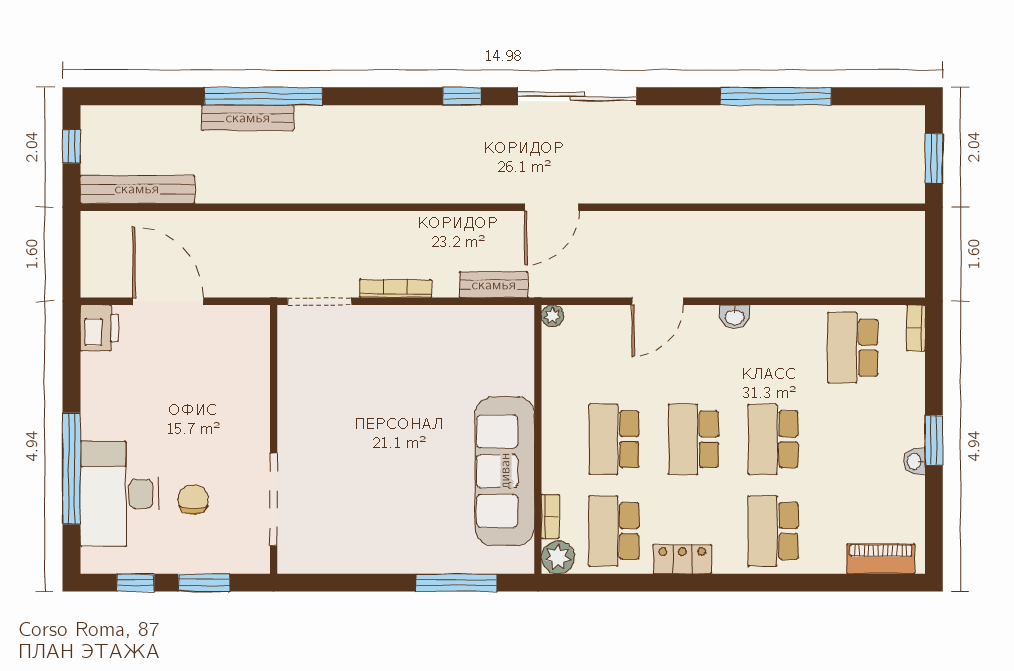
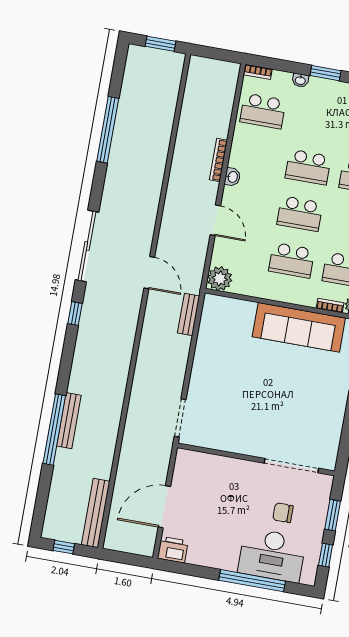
bench: (248, 118) -> (69, 421), moved
bookcase: (395, 289) -> (218, 160), moved
plant: (553, 316) -> (220, 279), width x1.88, depth x1.88
washbasin: (915, 461) -> (300, 80), moved

